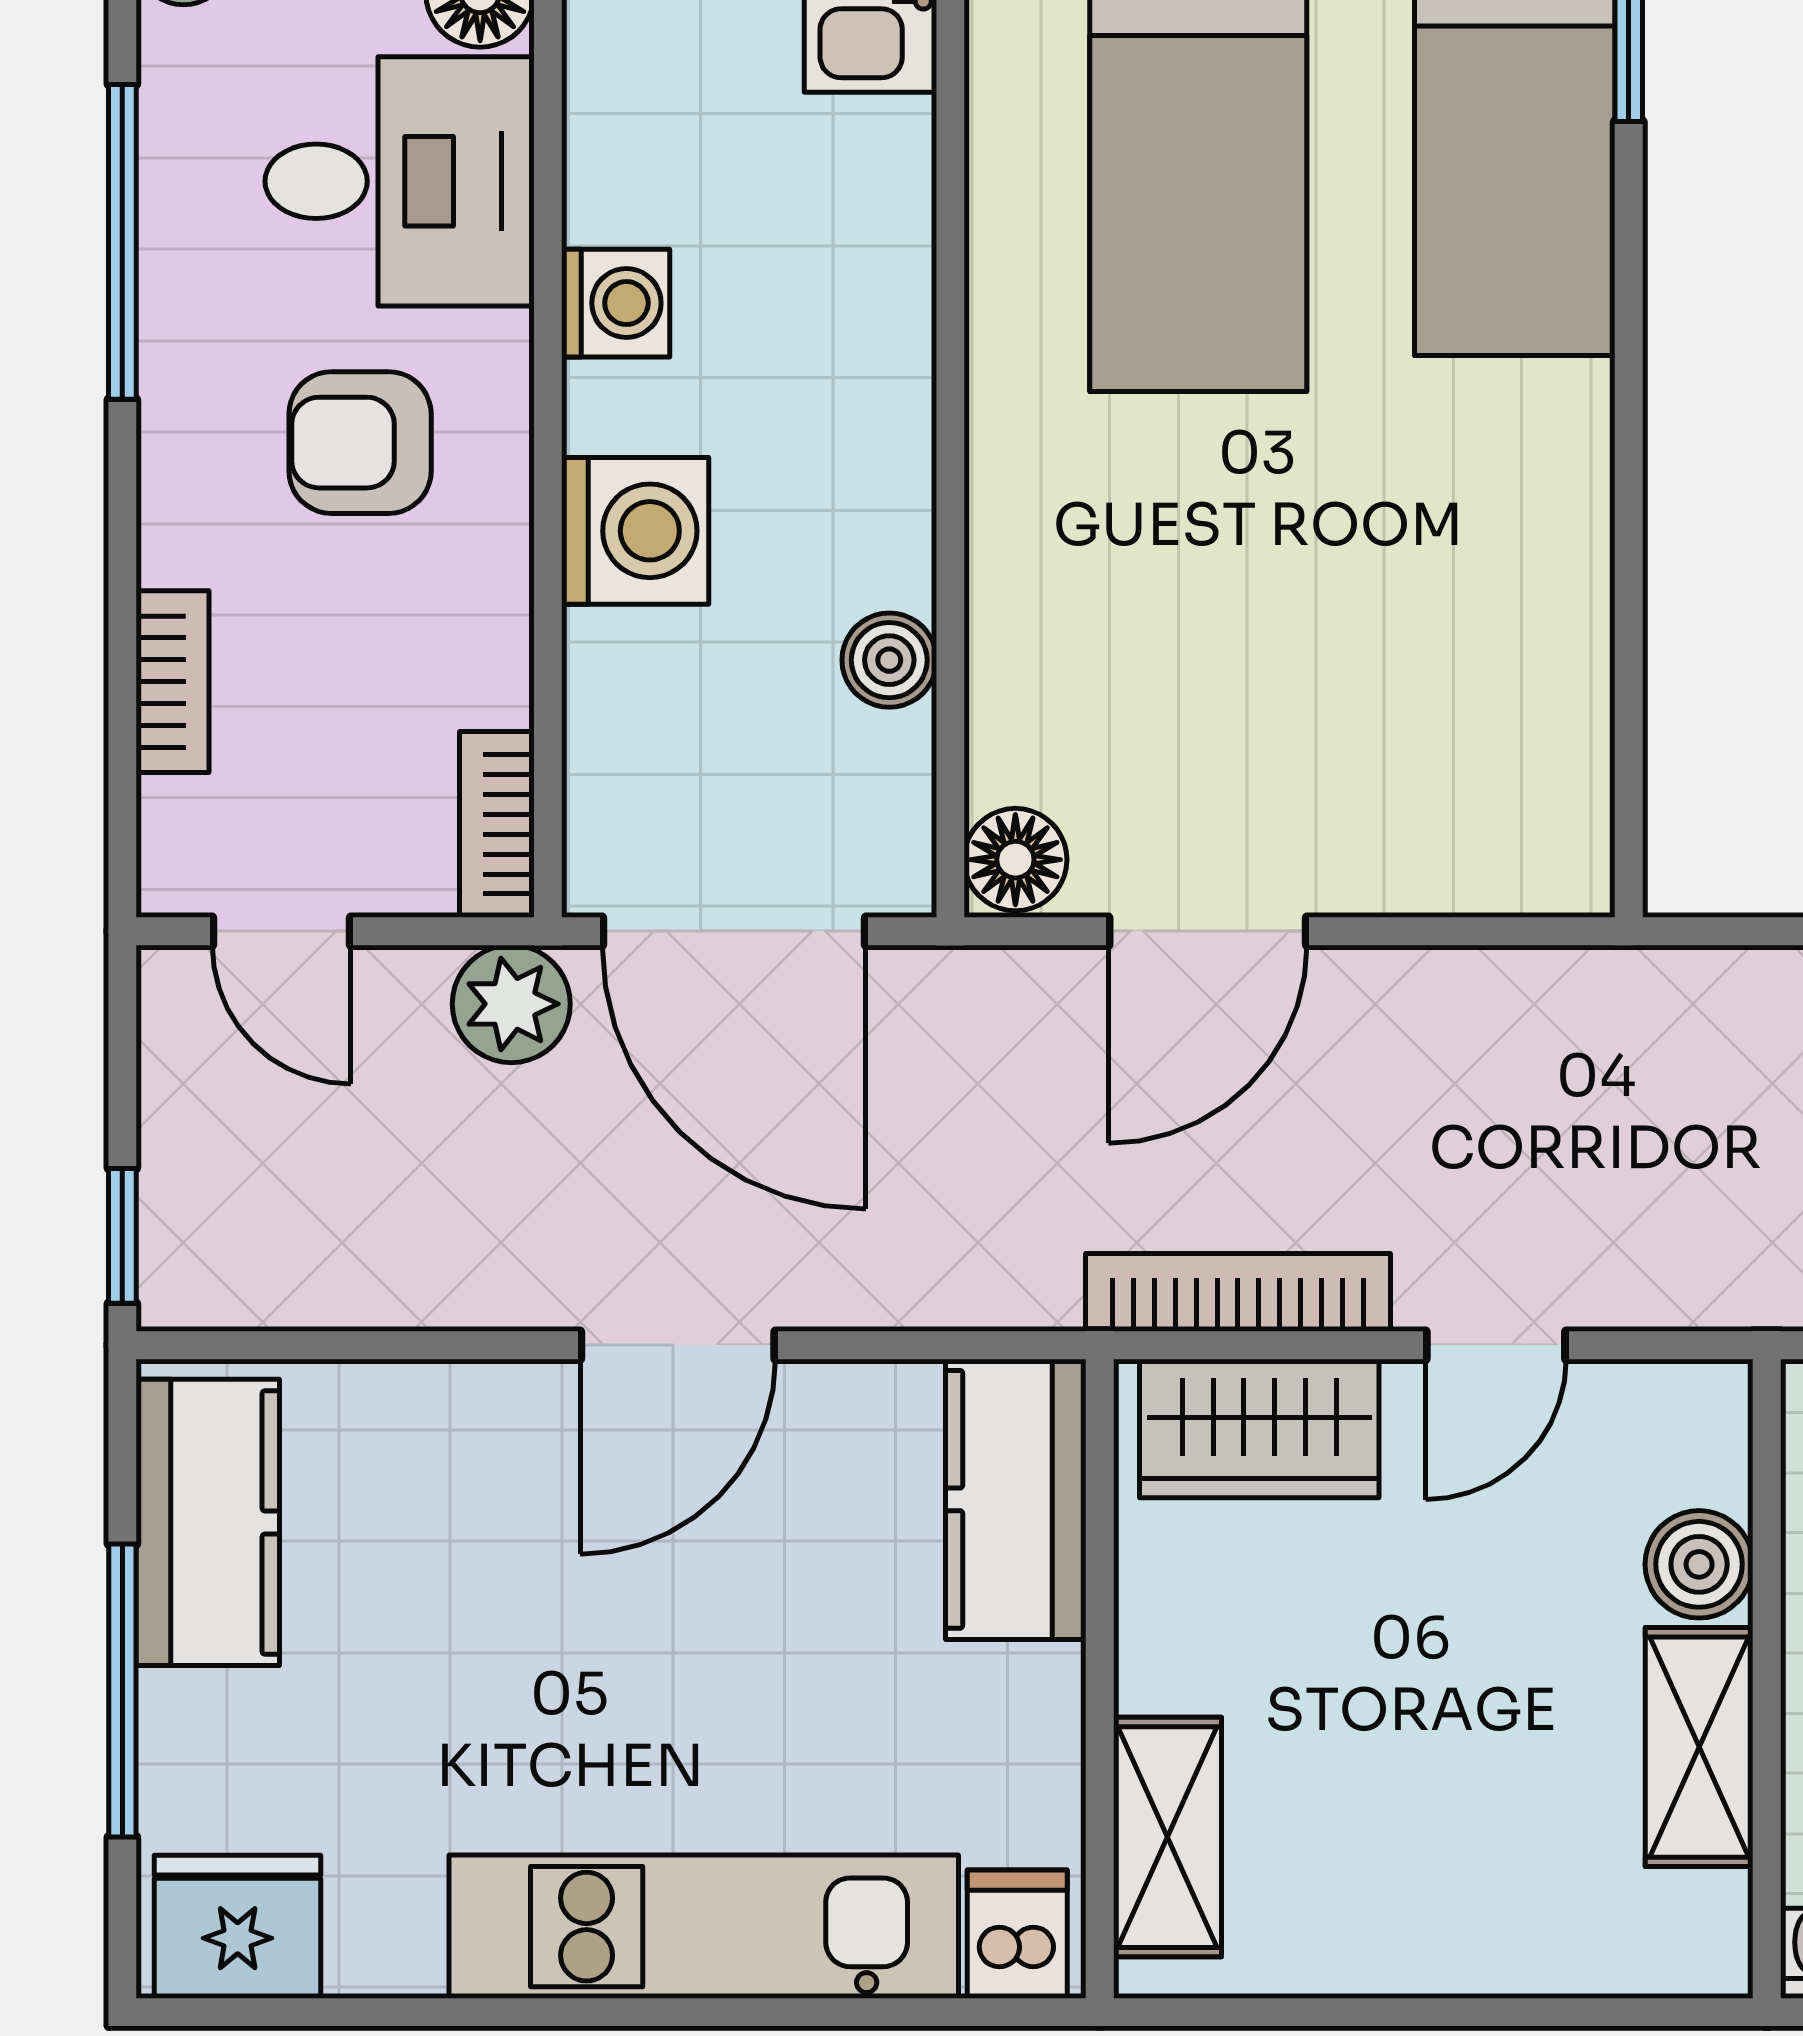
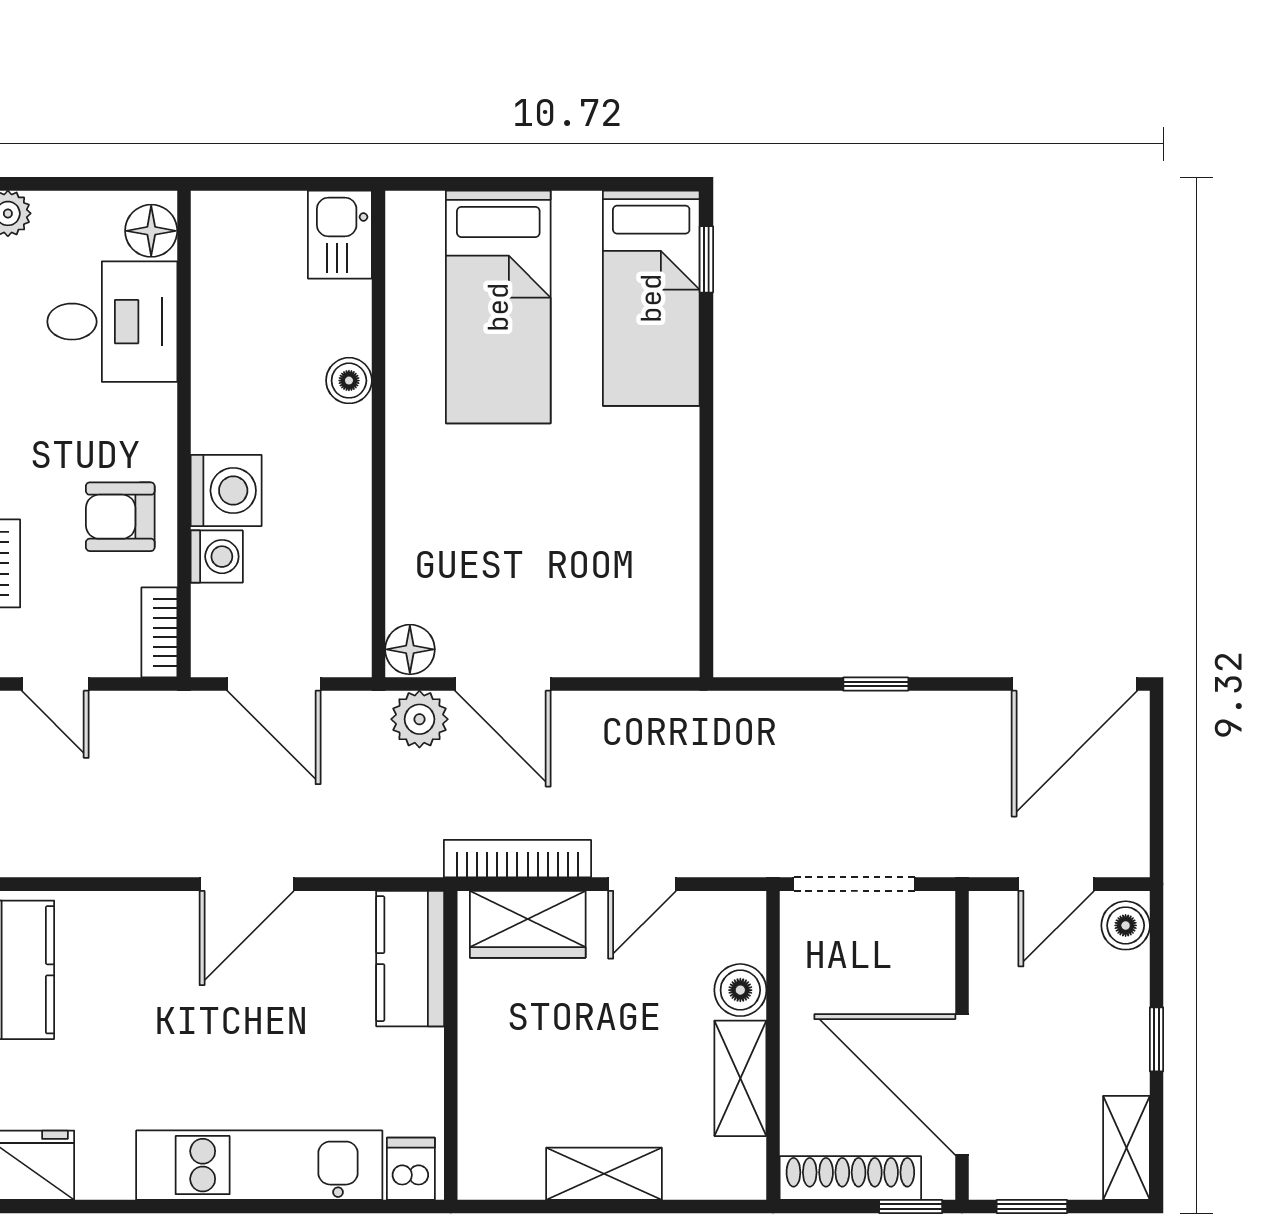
washing machine: (616, 303) -> (217, 557), moved
armchair: (360, 443) -> (120, 517), moved
boiler: (889, 660) -> (349, 381), moved
door: (734, 931) -> (274, 684), width x0.73
door: (1208, 931) -> (503, 684), hinge flipped
plant: (511, 1004) -> (419, 719), moved
shelving: (1168, 1837) -> (604, 1174), moved, turned 90

